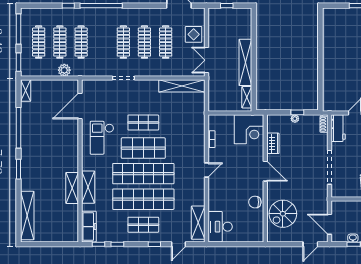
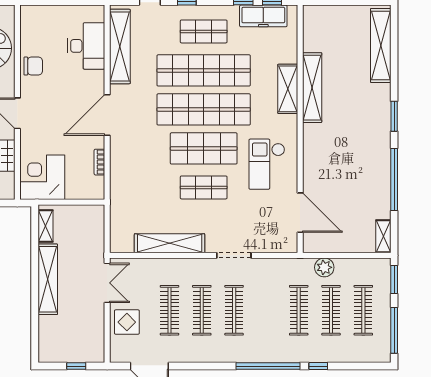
shelving: (182, 86) -> (170, 243), moved
door: (80, 106) -> (300, 213), hinge flipped
checkout: (102, 138) -> (267, 164), turned 180
door: (206, 170) -> (107, 115), width x1.88
shelving: (72, 188) -> (312, 88), width x1.47
shelving: (198, 223) -> (120, 47), width x1.47
freezer: (89, 227) -> (263, 16), moved, turned -90
desk: (220, 227) -> (86, 46), moved

